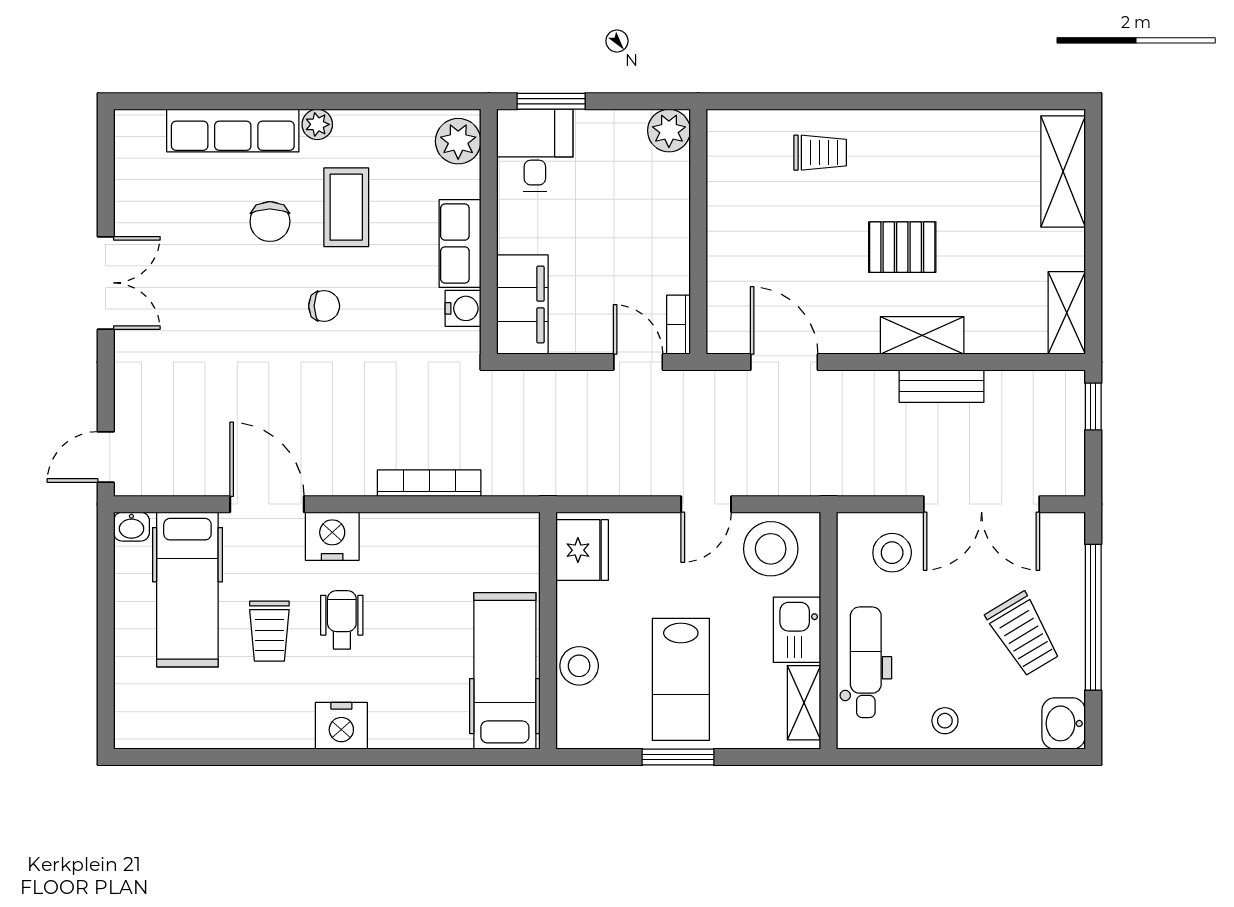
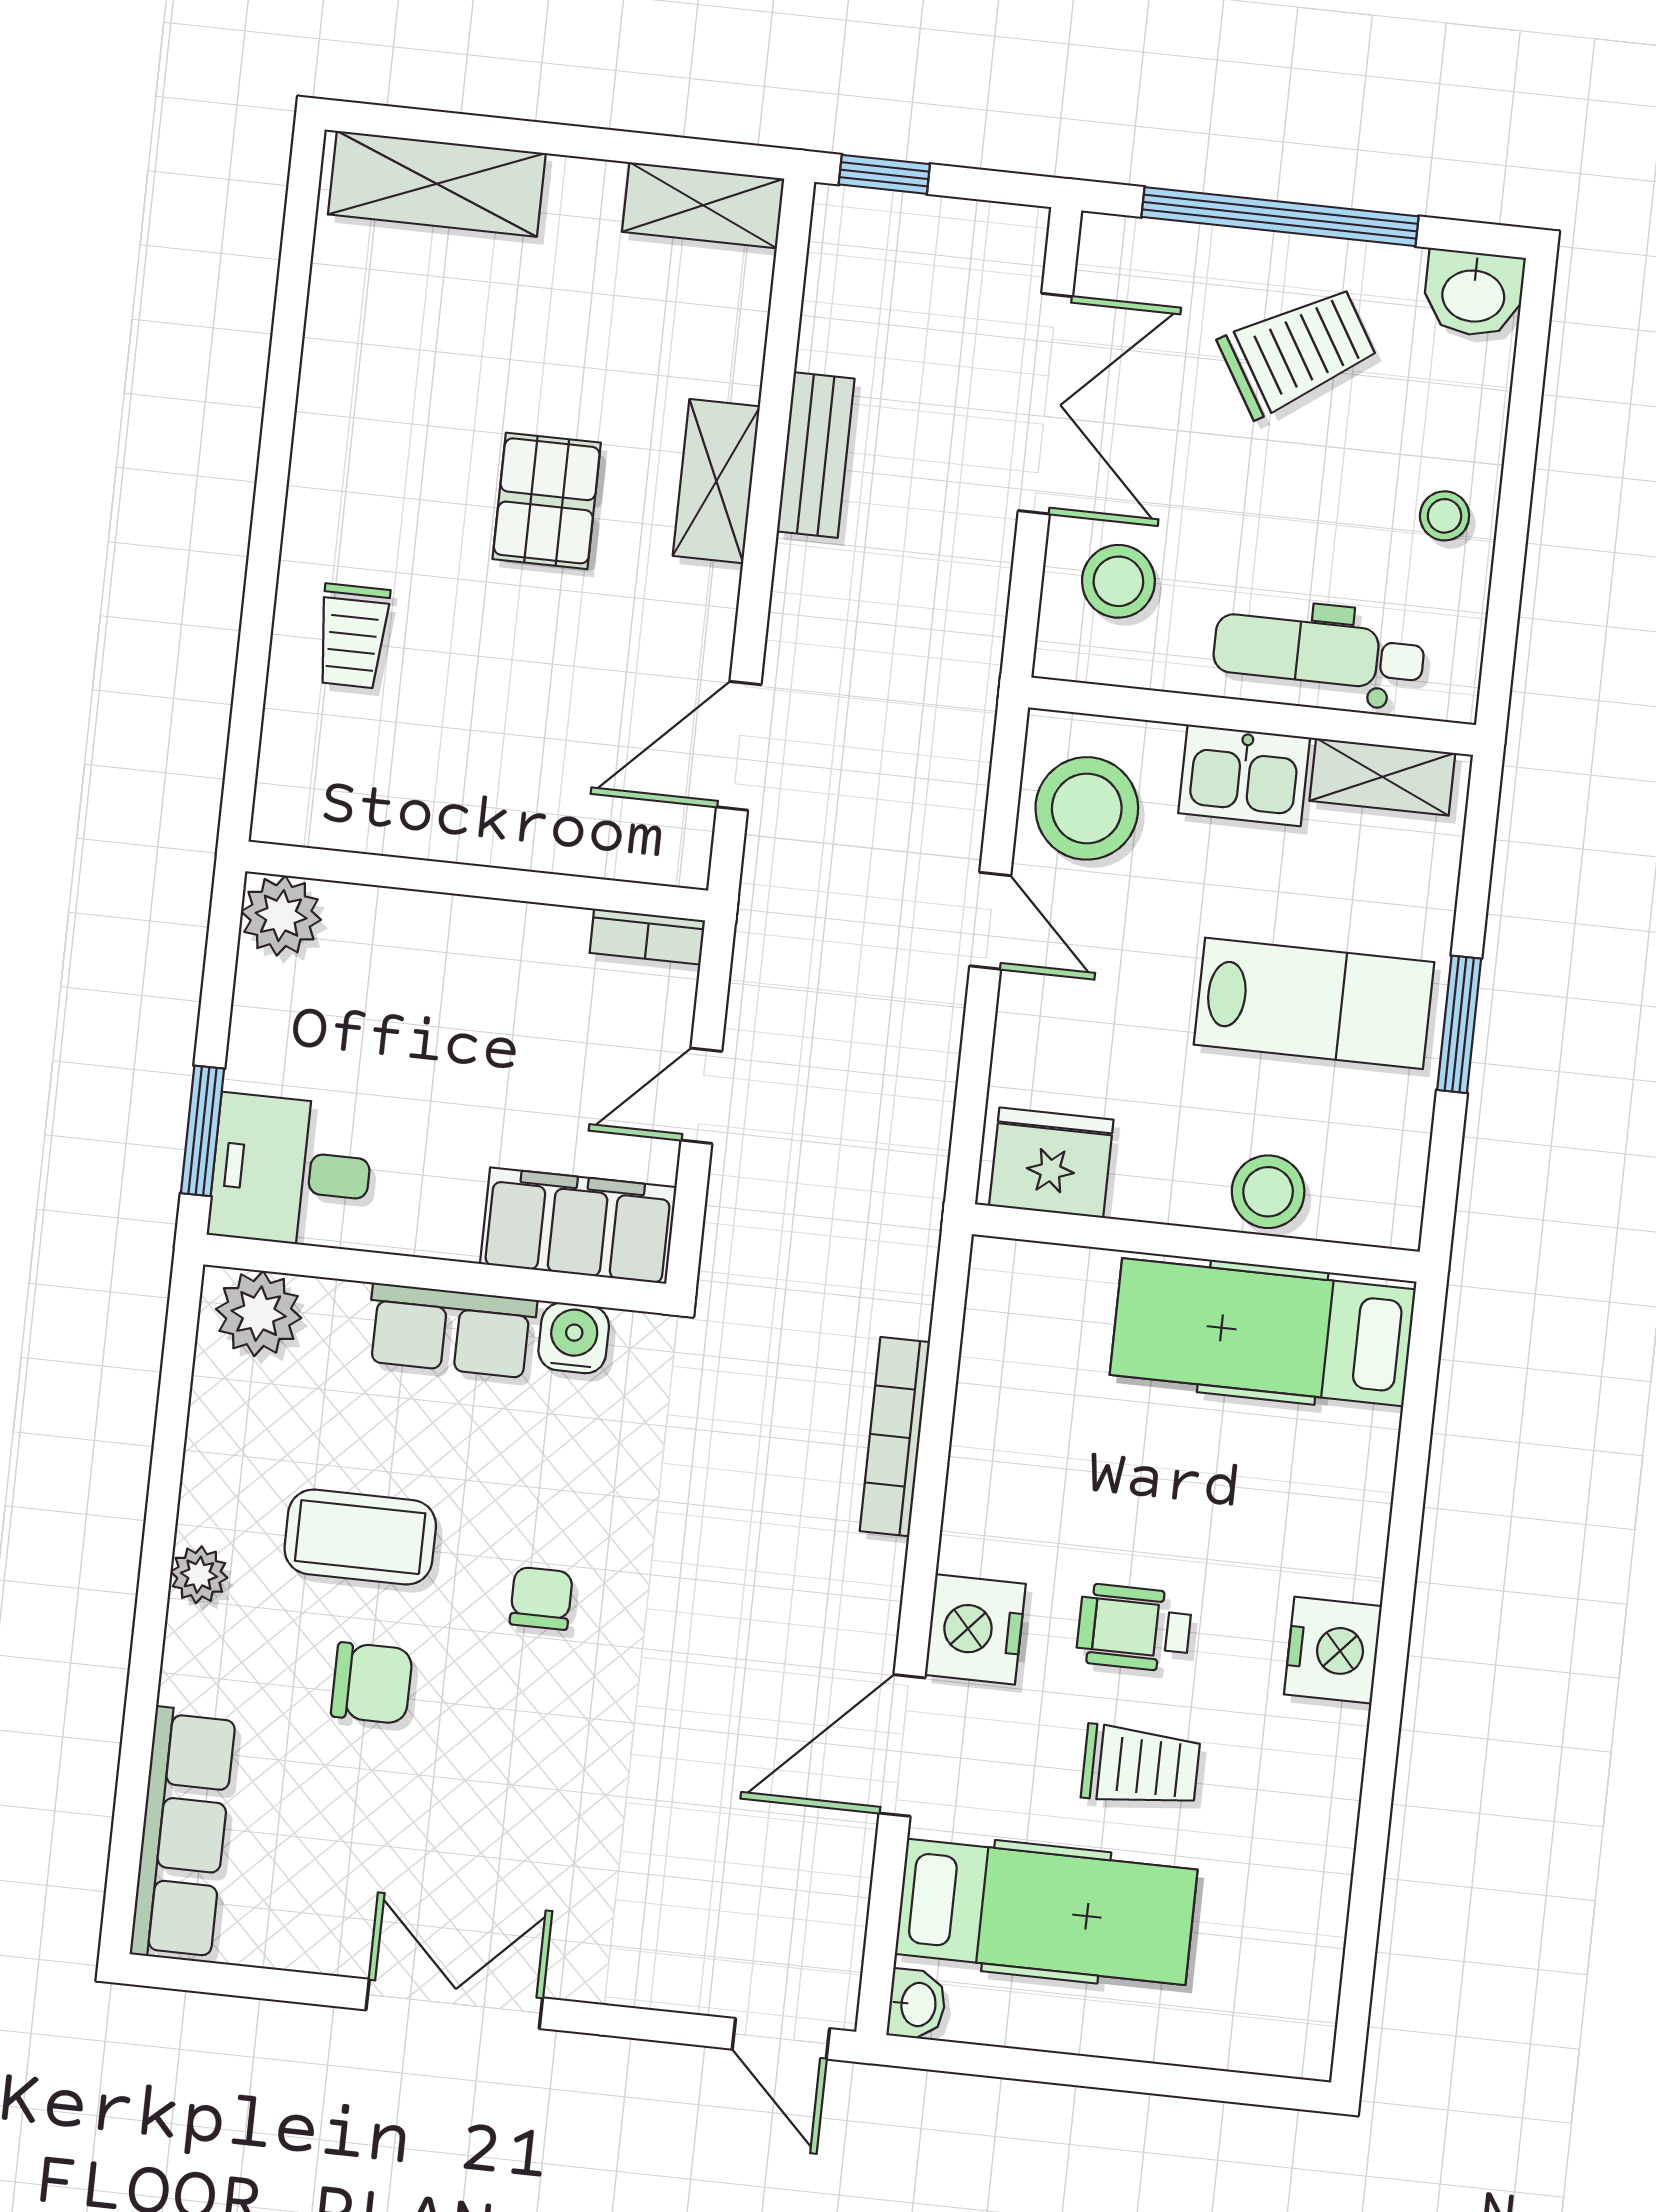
row of seats: (233, 131) -> (183, 1834), moved
trolley: (820, 153) -> (353, 636), turned 180
door: (638, 362) -> (701, 1096), moved

